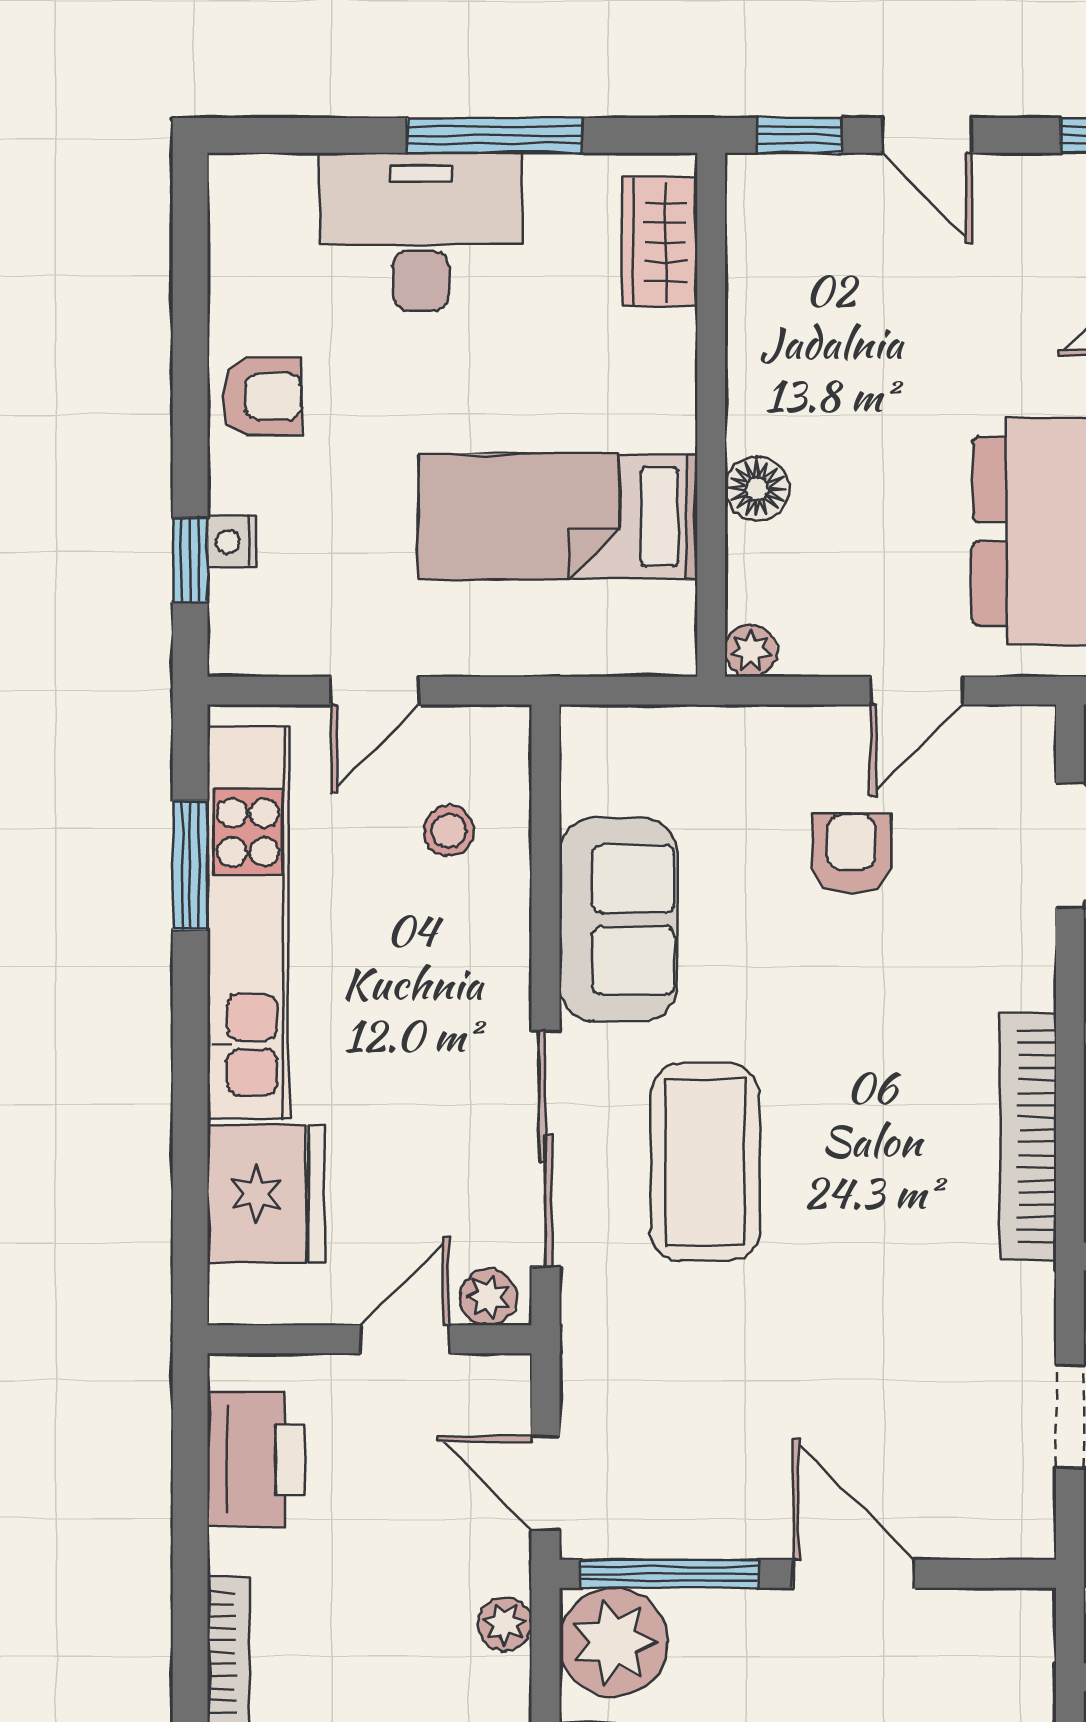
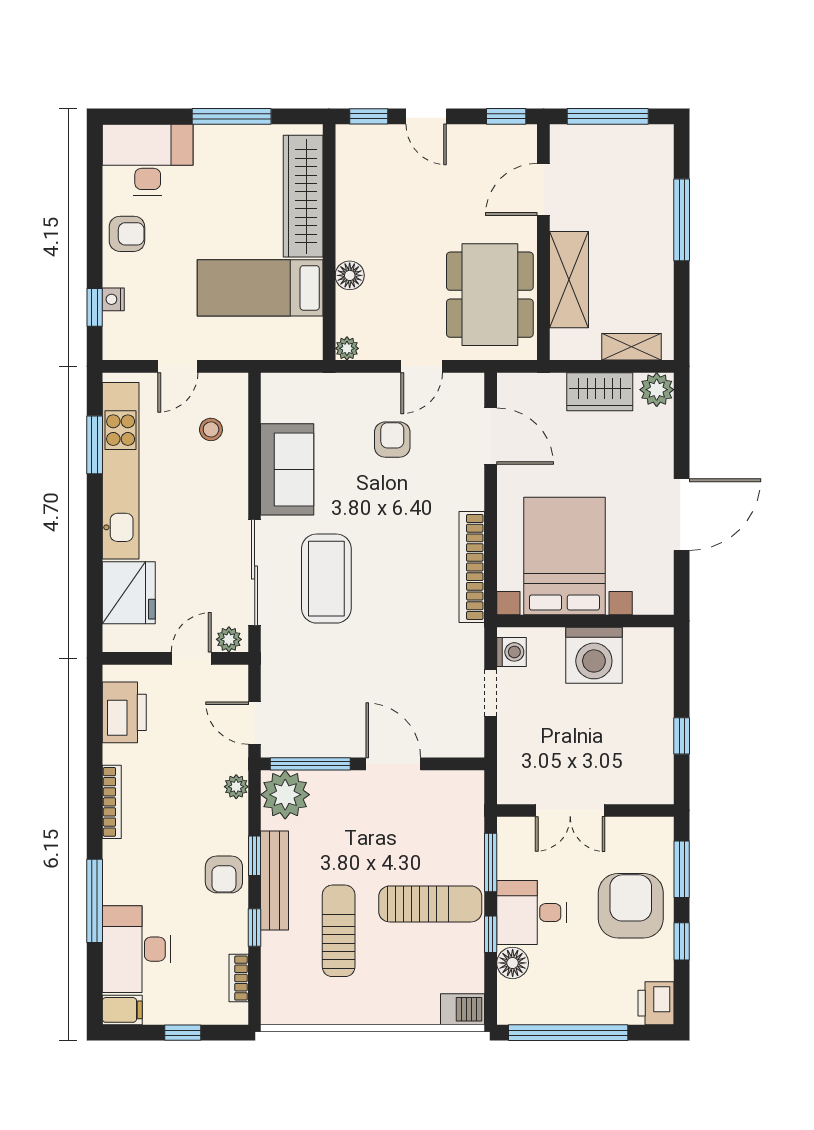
desk: (421, 232) -> (148, 160), moved
wardrobe: (660, 242) -> (303, 196), width x2.10, depth x1.17

